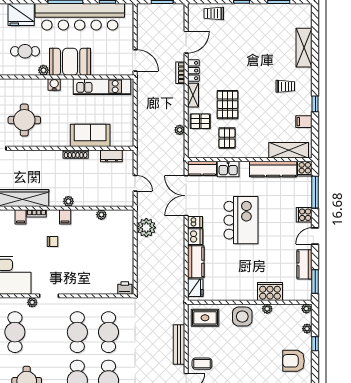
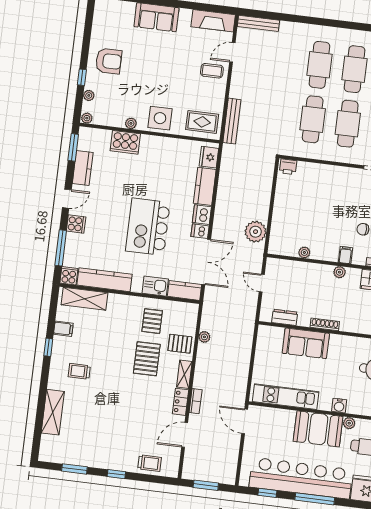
bench: (179, 344) -> (232, 121), moved

